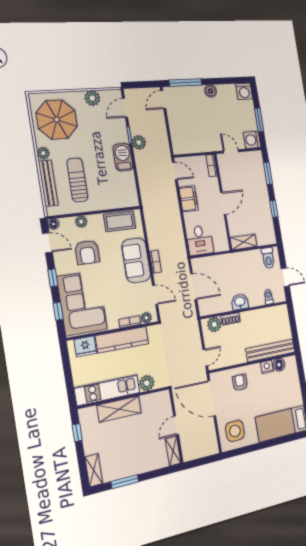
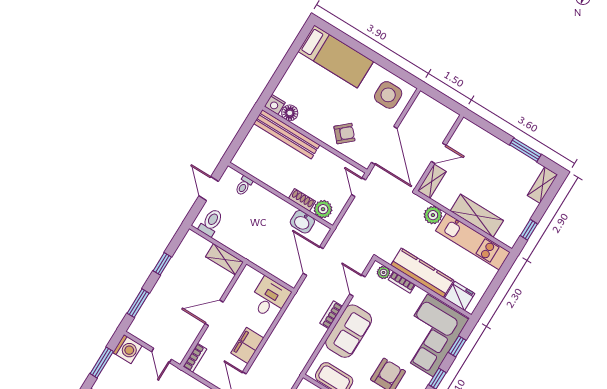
washbasin: (240, 302) -> (302, 222), moved
door: (205, 358) -> (359, 187), hinge flipped
nightstand: (267, 367) -> (275, 104), moved
armchair: (240, 383) -> (344, 134), turned -132
shelving: (173, 451) -> (432, 181), moved

